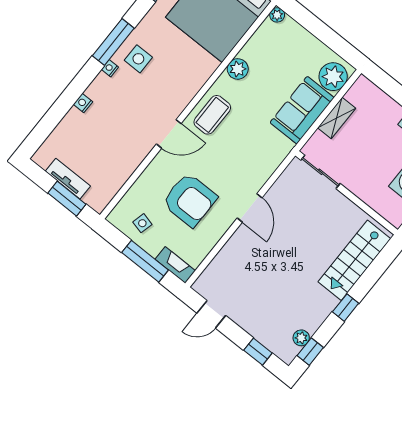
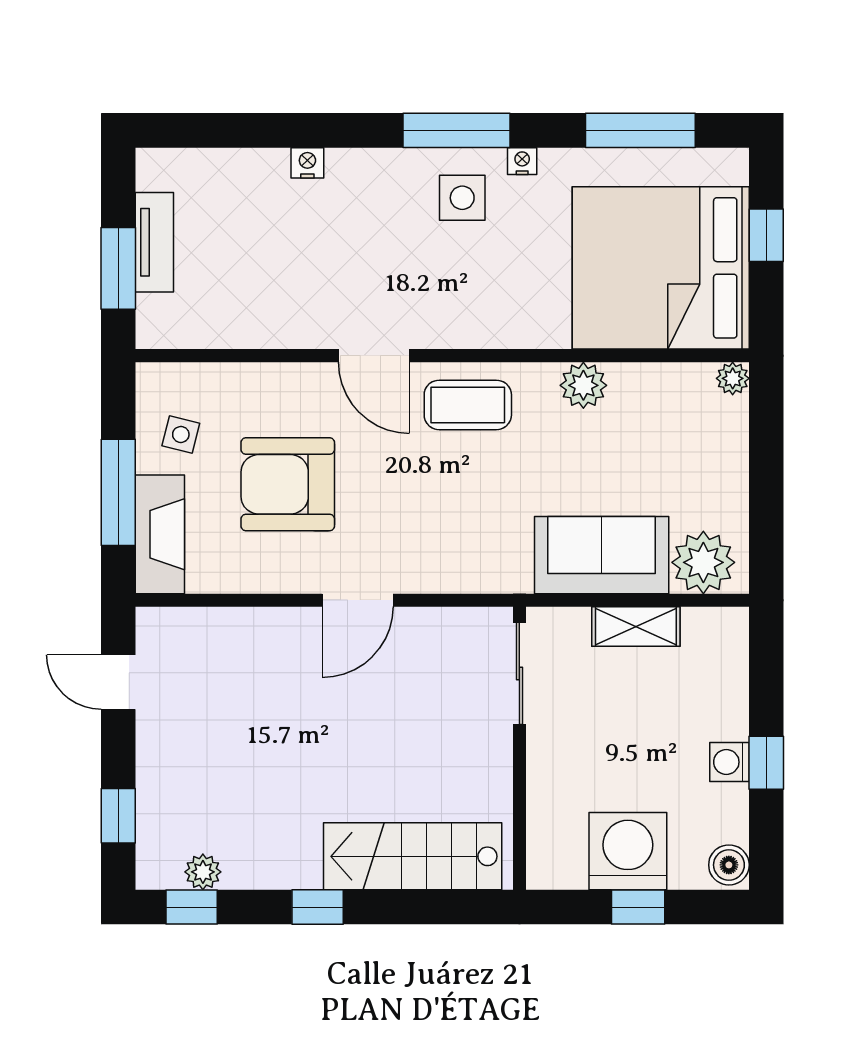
nightstand: (110, 68) -> (522, 161), moved
armchair: (190, 200) -> (288, 484), turned 90
fireplace: (175, 265) -> (160, 534), width x1.37, depth x1.32

